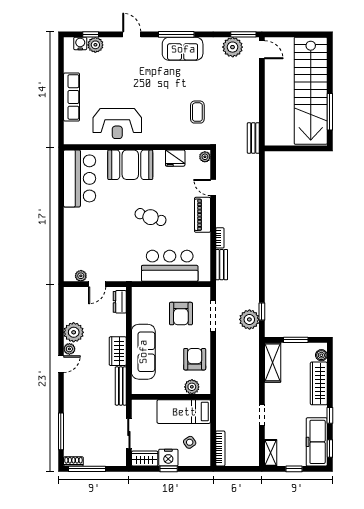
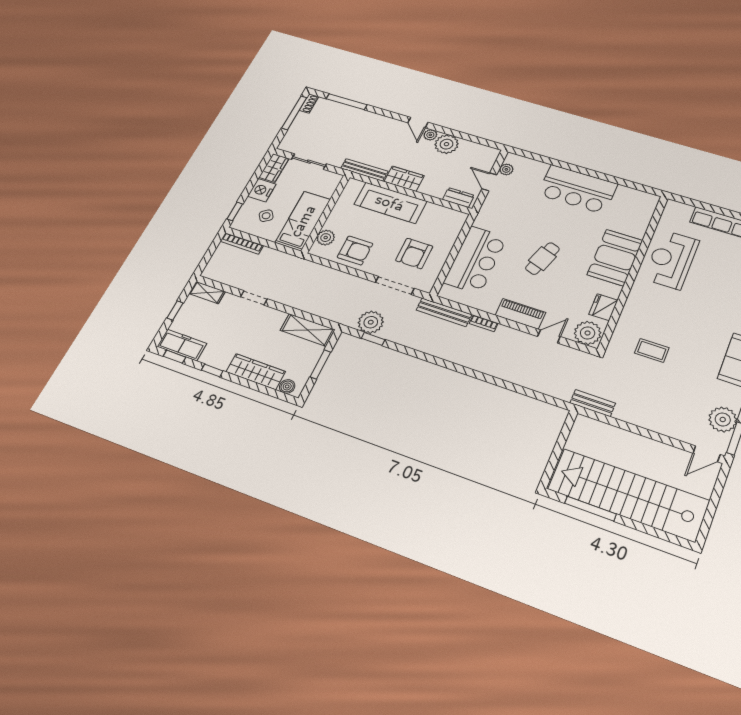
plant: (205, 157) -> (588, 333), width x1.88, depth x1.88
bar counter: (80, 178) -> (578, 189), moved
bench: (222, 265) -> (444, 312), width x1.36
armchair: (181, 314) -> (414, 253), turned -90
freezer: (317, 442) -> (182, 345), width x0.73, depth x0.79
window: (169, 469) -> (235, 211), moved

